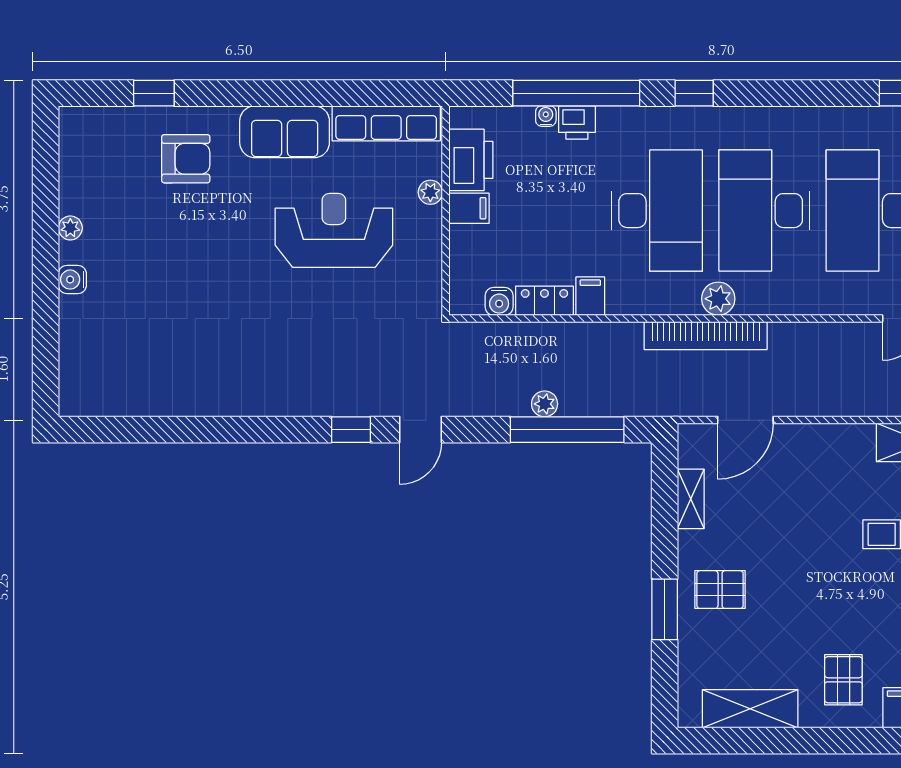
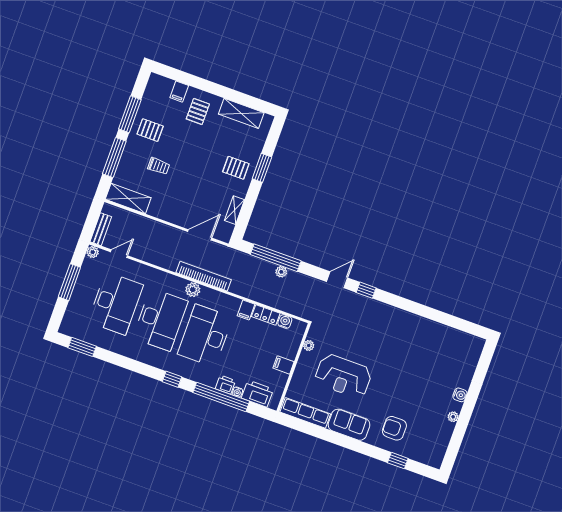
printer: (471, 160) -> (257, 394), moved, turned 90
plant: (430, 192) -> (309, 346), moved

